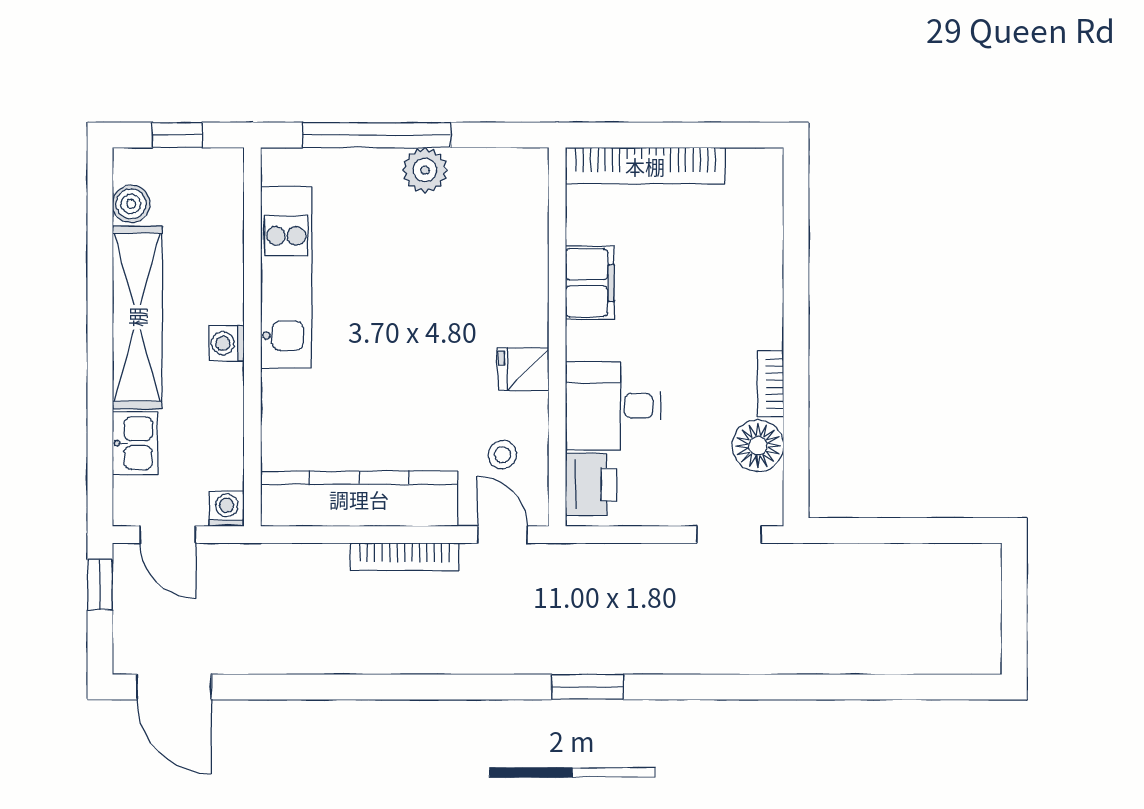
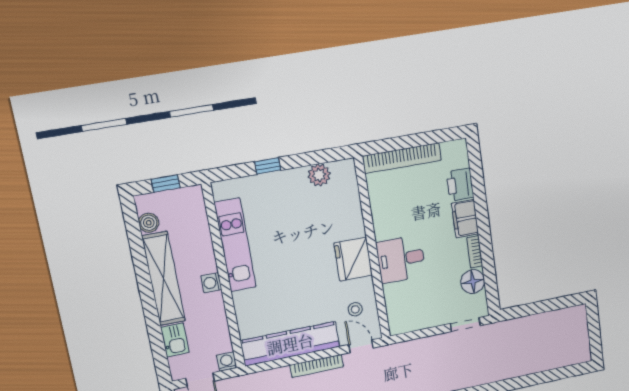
window: (377, 135) -> (268, 166), width x0.32
plant: (425, 170) -> (319, 175), moved
filing cabinet: (590, 283) -> (465, 219), moved, turned 180
fridge: (523, 369) -> (353, 259), width x1.88, depth x1.34
desk: (613, 406) -> (401, 259), moved
printer: (591, 484) -> (460, 185), moved, turned 180

